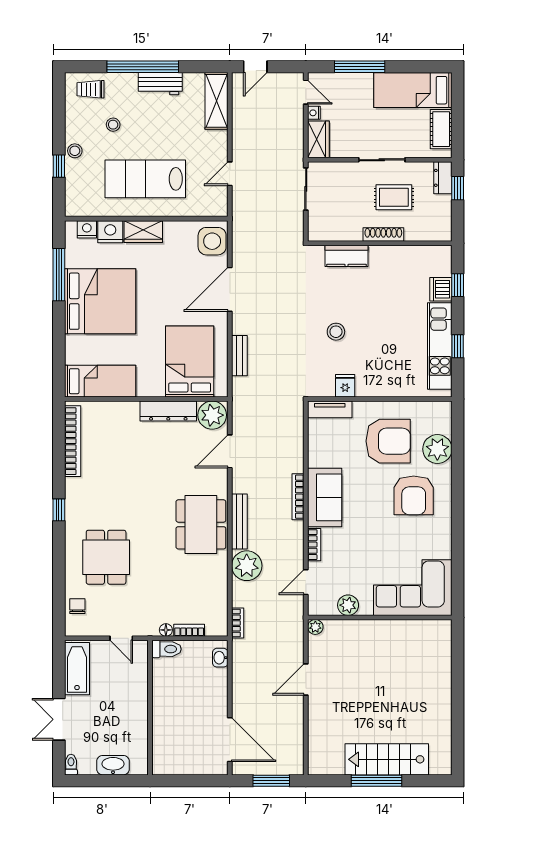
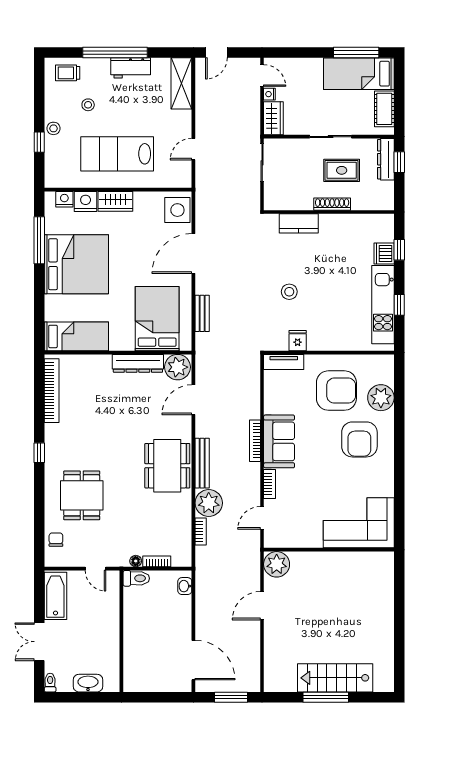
window: (360, 67) -> (356, 53), moved
dresser: (443, 178) -> (386, 159), width x1.44
plant: (348, 605) -> (300, 539), removed
bookcase: (238, 623) -> (201, 531), moved
plant: (315, 627) -> (277, 564), width x1.88, depth x1.88

